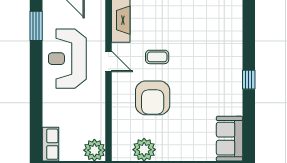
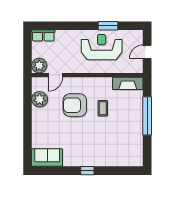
window: (36, 26) -> (108, 26), moved
door: (109, 61) -> (55, 75), moved

